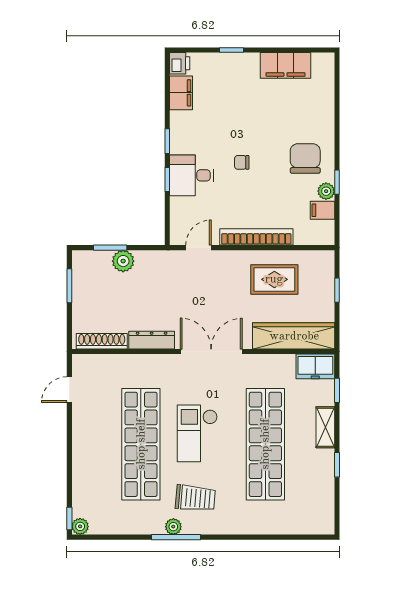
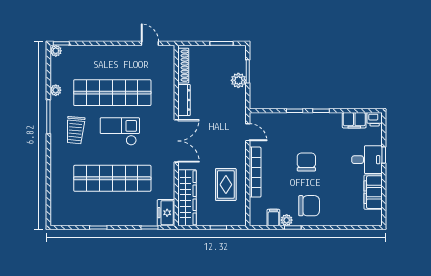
chair: (242, 162) -> (306, 162), width x1.87, depth x1.87
desk: (192, 175) -> (367, 160), moved, turned 90
shelving: (325, 427) -> (124, 220), removed
plant: (173, 527) -> (56, 90), moved

